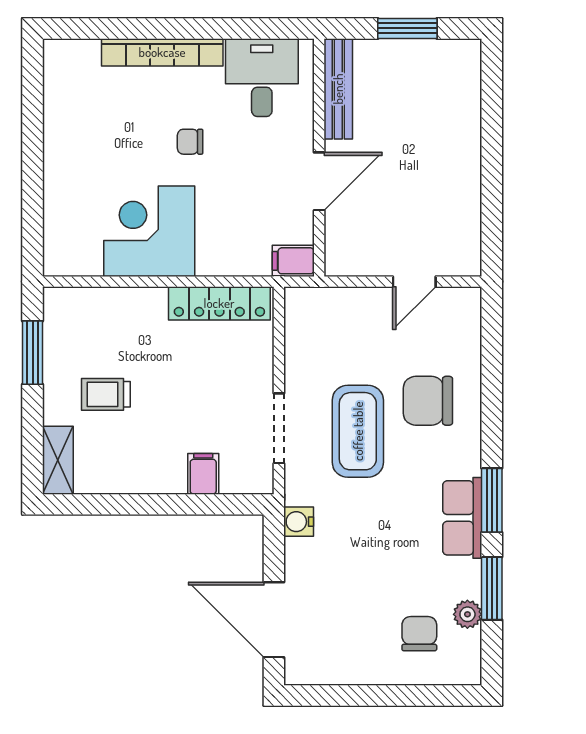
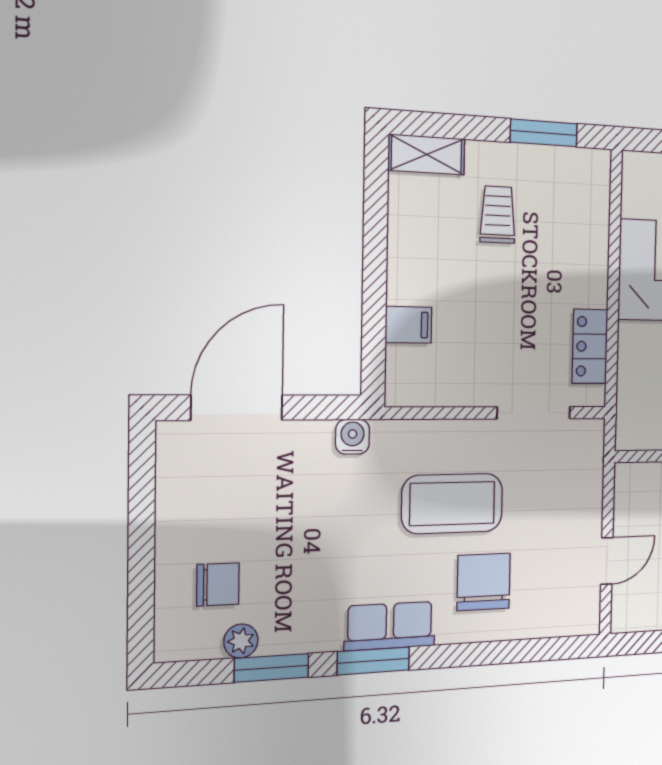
filing cabinet: (293, 261) -> (631, 428), removed
door: (414, 282) -> (607, 561), swing flipped
locker: (219, 303) -> (590, 346), width x0.66
doorway: (279, 428) -> (534, 413), moved
row of seats: (462, 518) -> (390, 626), moved

